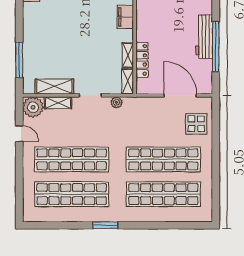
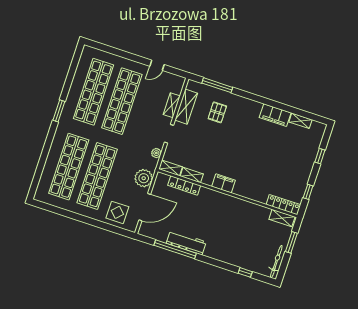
pallet: (49, 50) -> (217, 112), added
plant: (33, 107) -> (144, 178), moved

